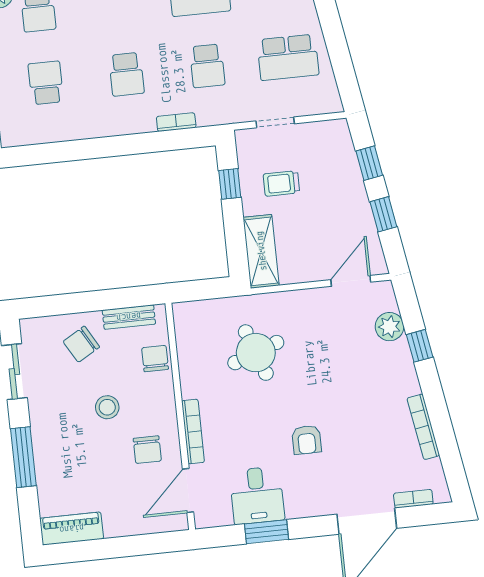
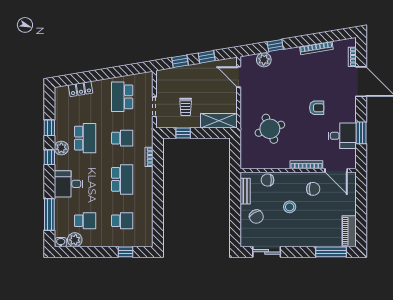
school desk: (288, 57) -> (122, 97), turned 180
school desk: (126, 74) -> (122, 179), width x1.85
school desk: (46, 83) -> (122, 221), turned 180
window: (23, 457) -> (331, 252), moved

